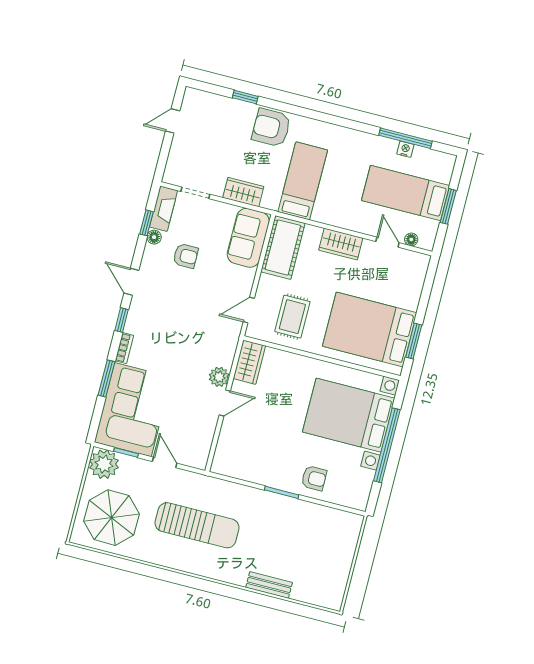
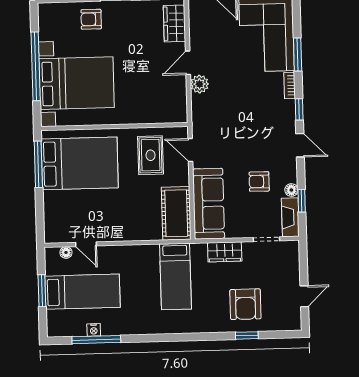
armchair: (271, 128) -> (245, 304), moved, turned 90
sofa: (248, 238) -> (209, 204), width x1.36
wardrobe: (341, 244) -> (126, 231), removed
door: (249, 310) -> (190, 150), swing flipped
window: (414, 341) -> (38, 164), width x1.44
wardrobe: (249, 362) -> (174, 23), moved

